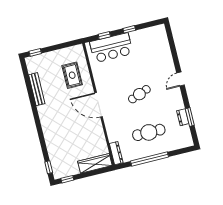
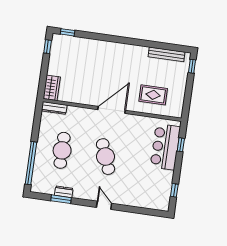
window: (129, 29) -> (174, 190), moved
bench: (37, 89) -> (166, 54), moved
cafe table: (139, 94) -> (106, 157), width x1.37, depth x1.35
window: (149, 159) -> (31, 163), moved
wardrobe: (95, 163) -> (52, 88), width x0.67

